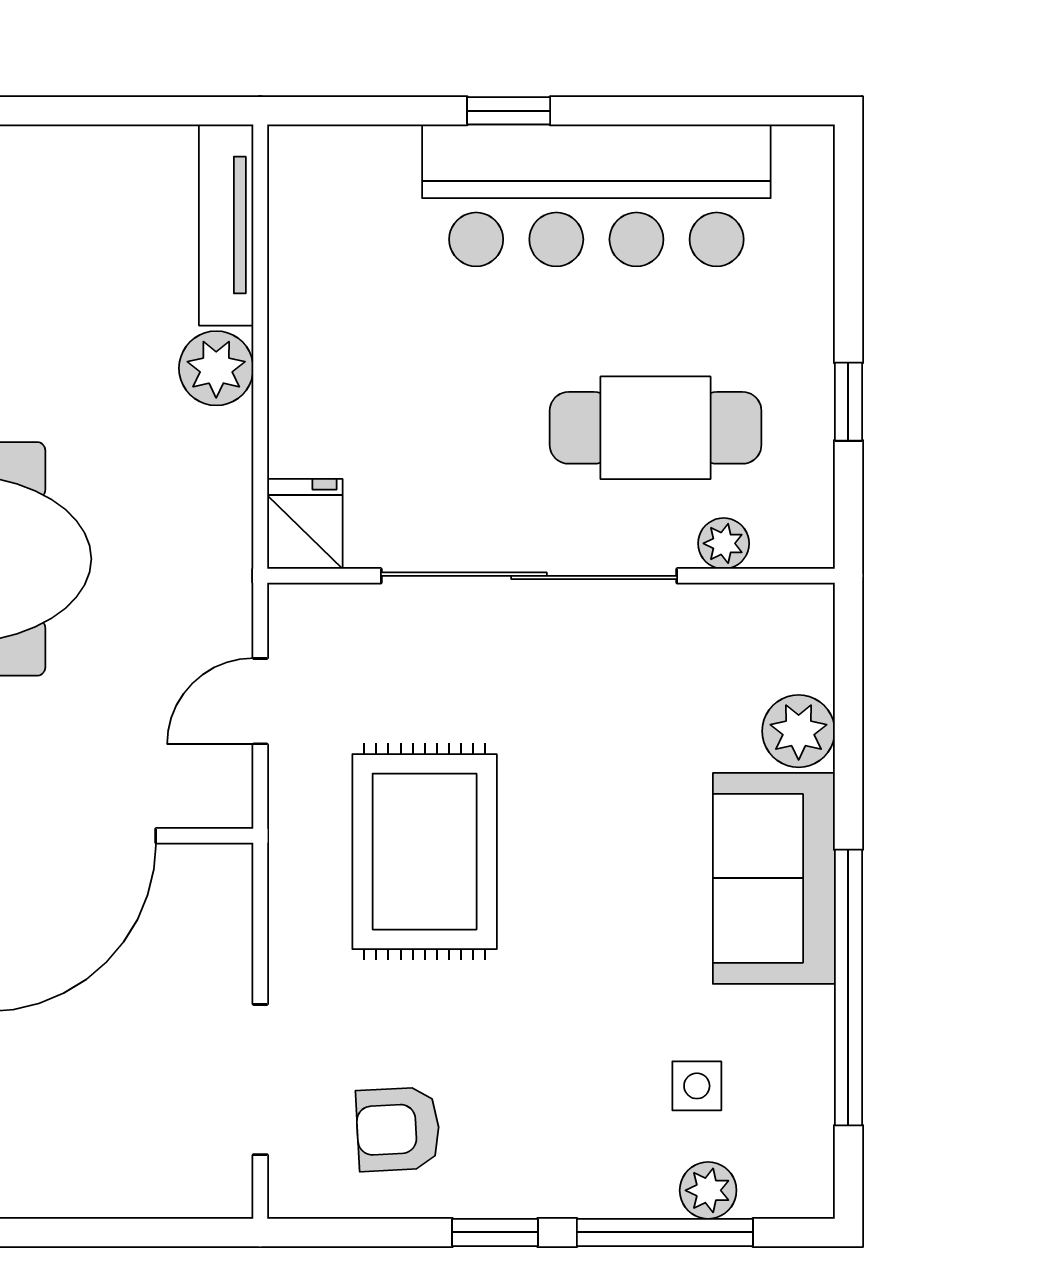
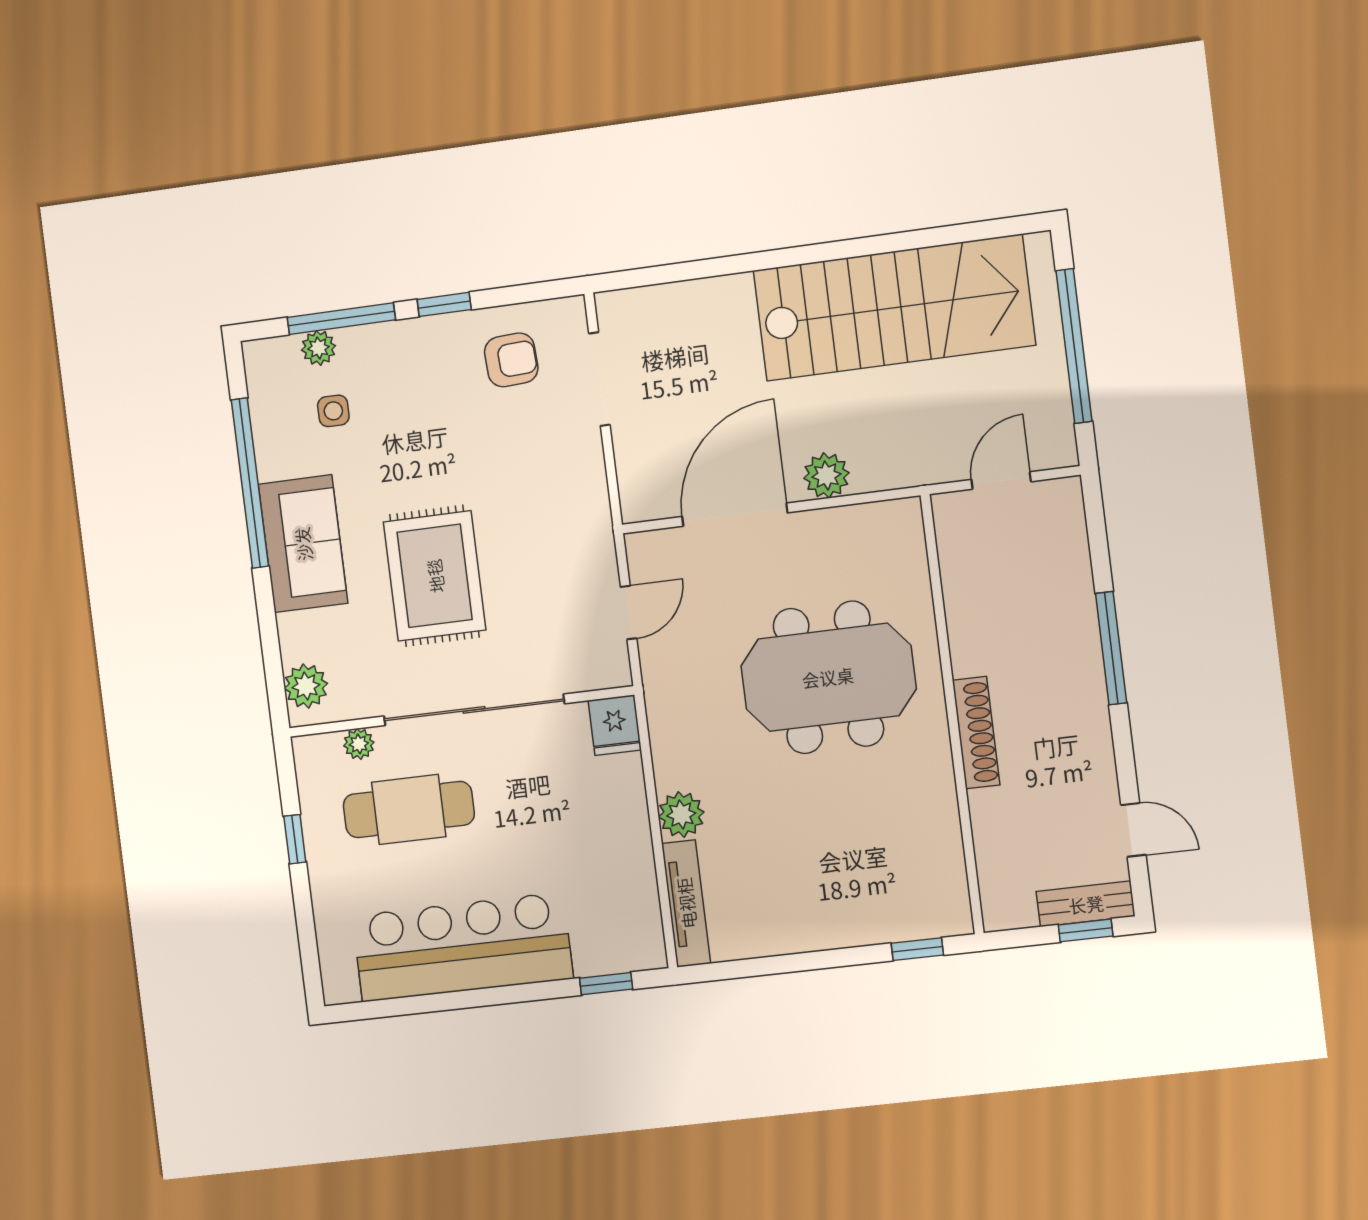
window: (509, 111) -> (606, 984), moved
plant: (799, 731) -> (306, 686), moved
rug: (425, 852) -> (435, 576), moved

